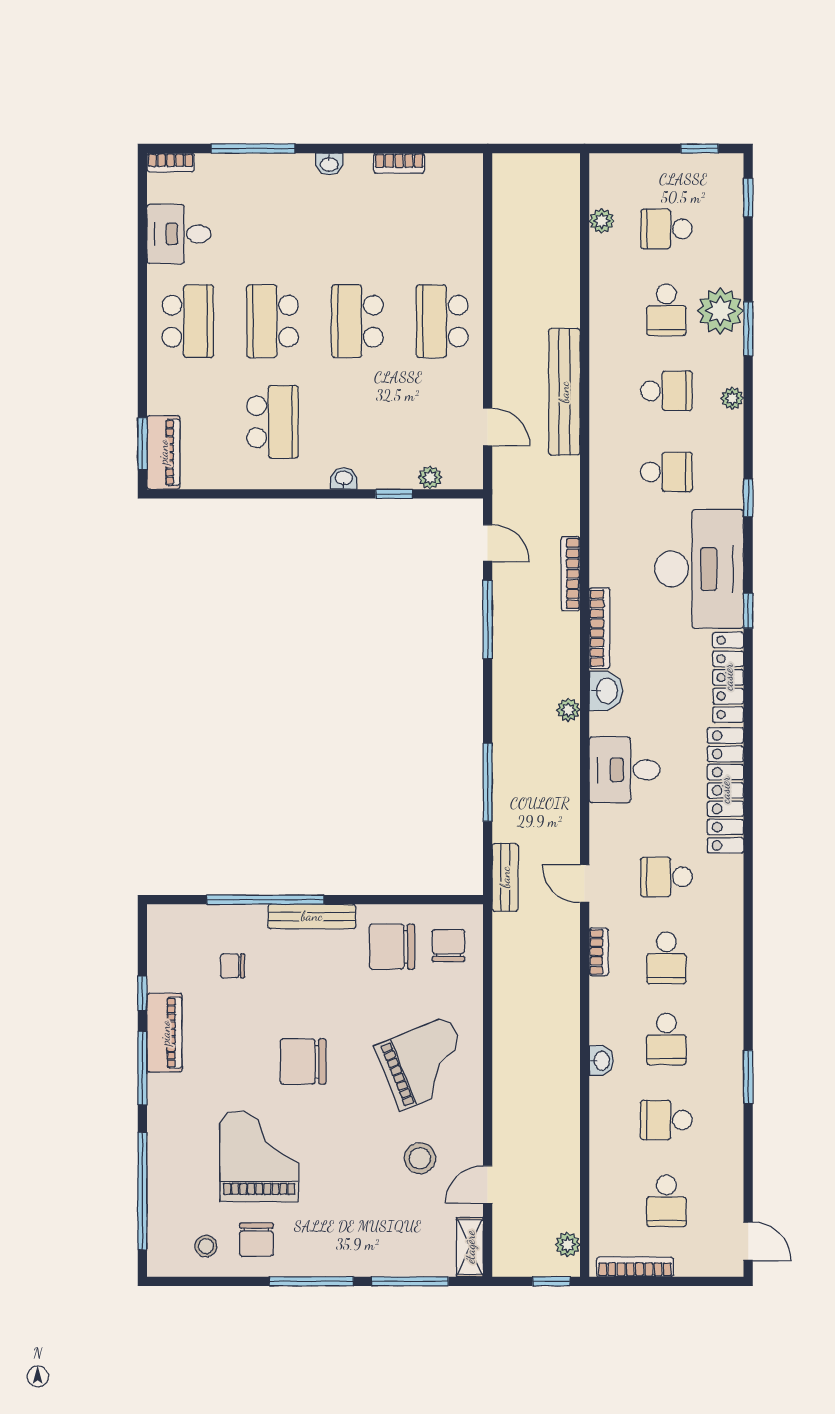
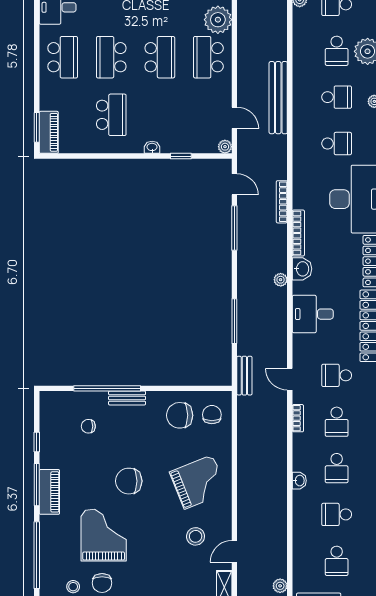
plant: (459, 256) -> (218, 20), added
school desk: (357, 321) -> (160, 57), turned 180
plant: (430, 477) -> (225, 147), moved
bench: (312, 916) -> (127, 398), width x0.73
piano: (165, 1033) -> (49, 492), moved

